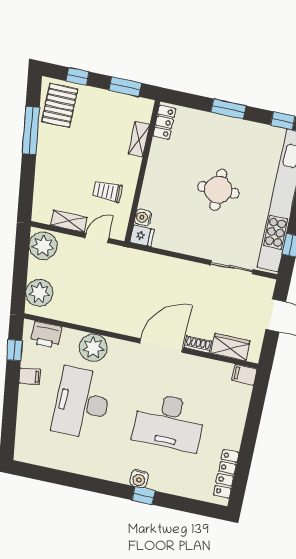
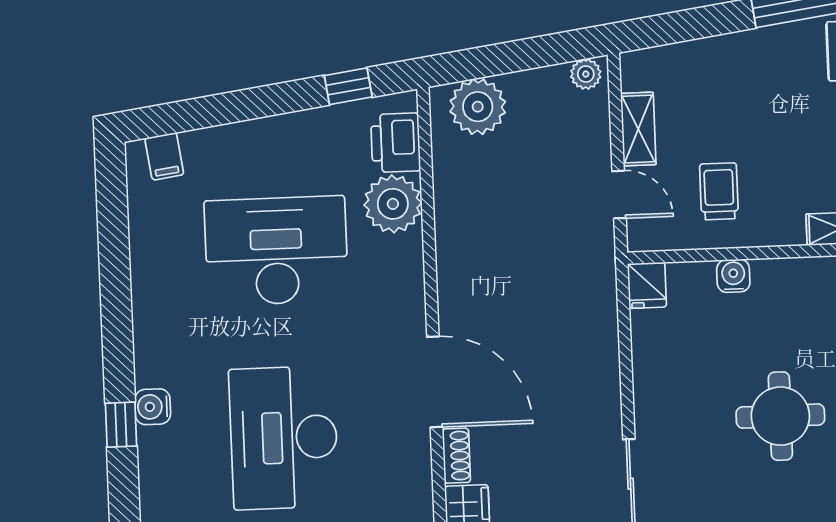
water cooler: (143, 218) -> (733, 276), moved
plant: (43, 246) -> (586, 74), width x0.53, depth x0.53
plant: (93, 348) -> (393, 204), moved
filing cabinet: (30, 376) -> (164, 156), moved

